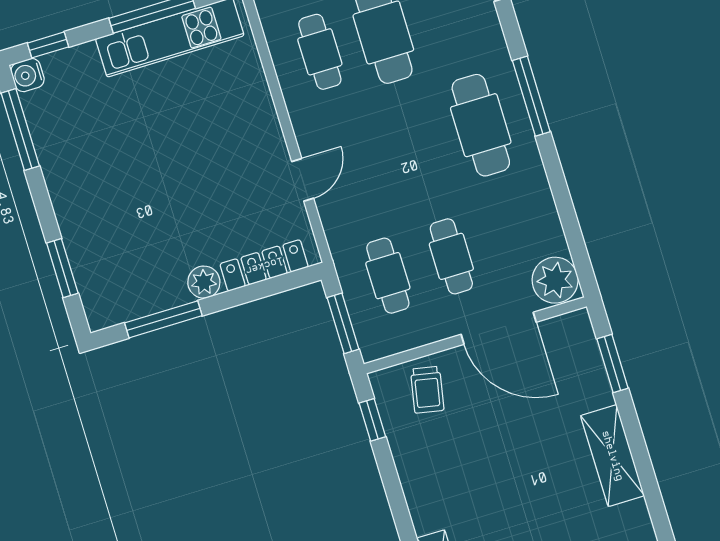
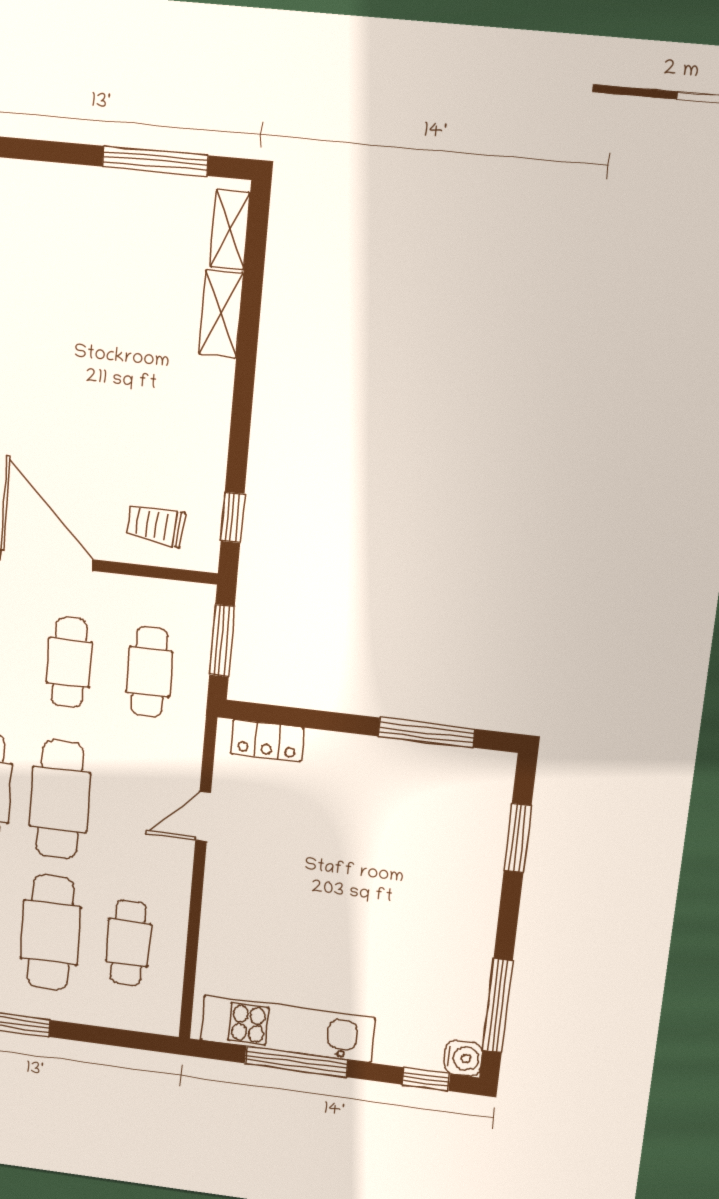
cafe table: (417, 144) -> (60, 800), added
locker: (264, 265) -> (267, 741), width x0.66
plant: (204, 282) -> (362, 754), removed
trolley: (427, 390) -> (155, 525), turned -96

